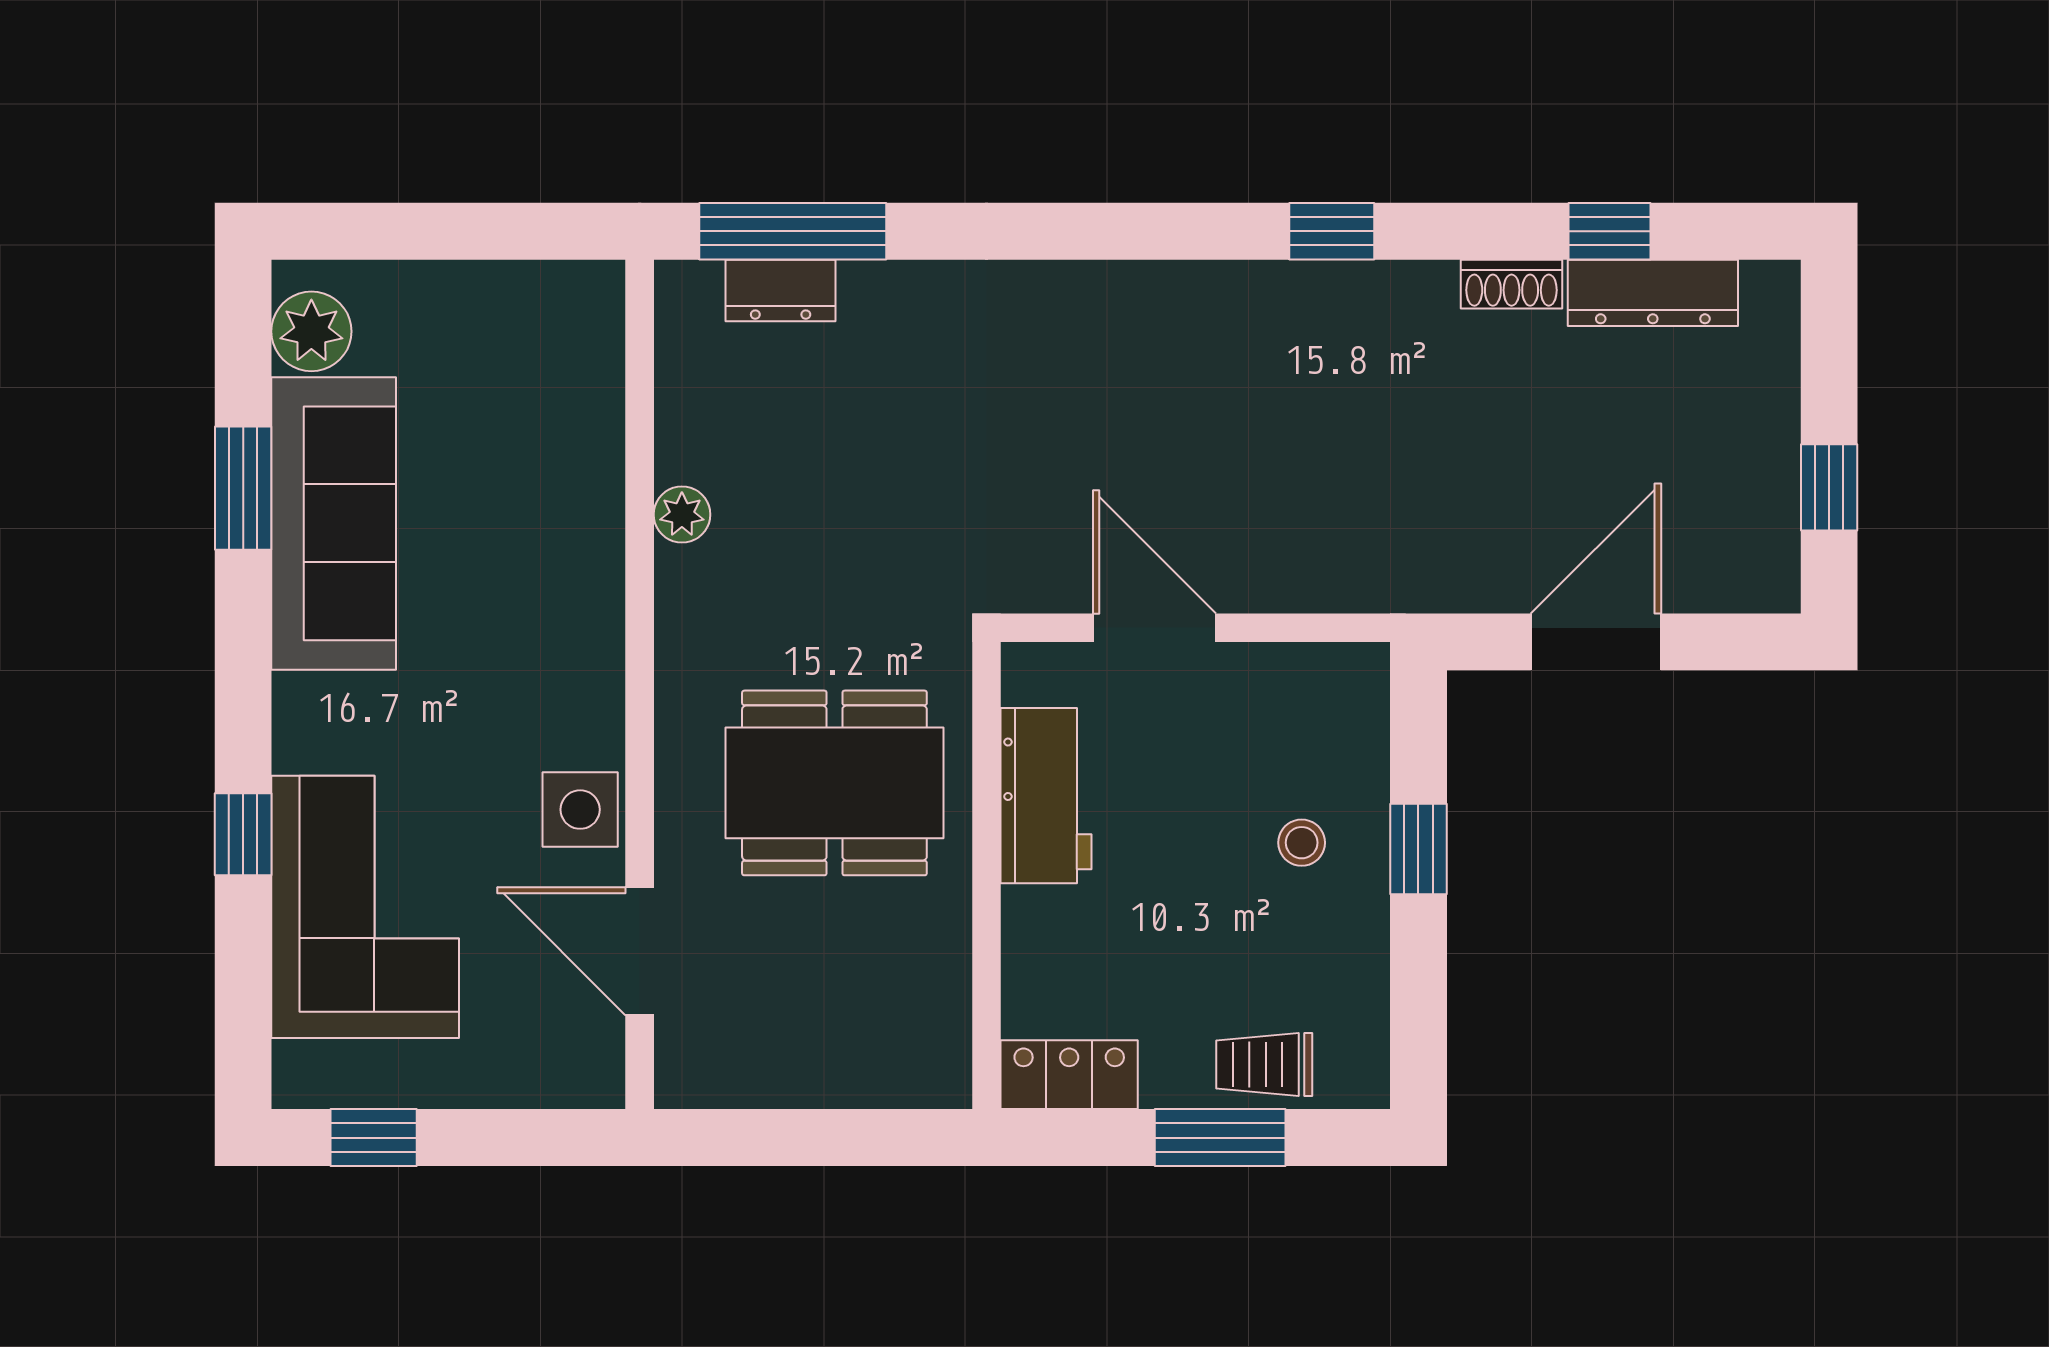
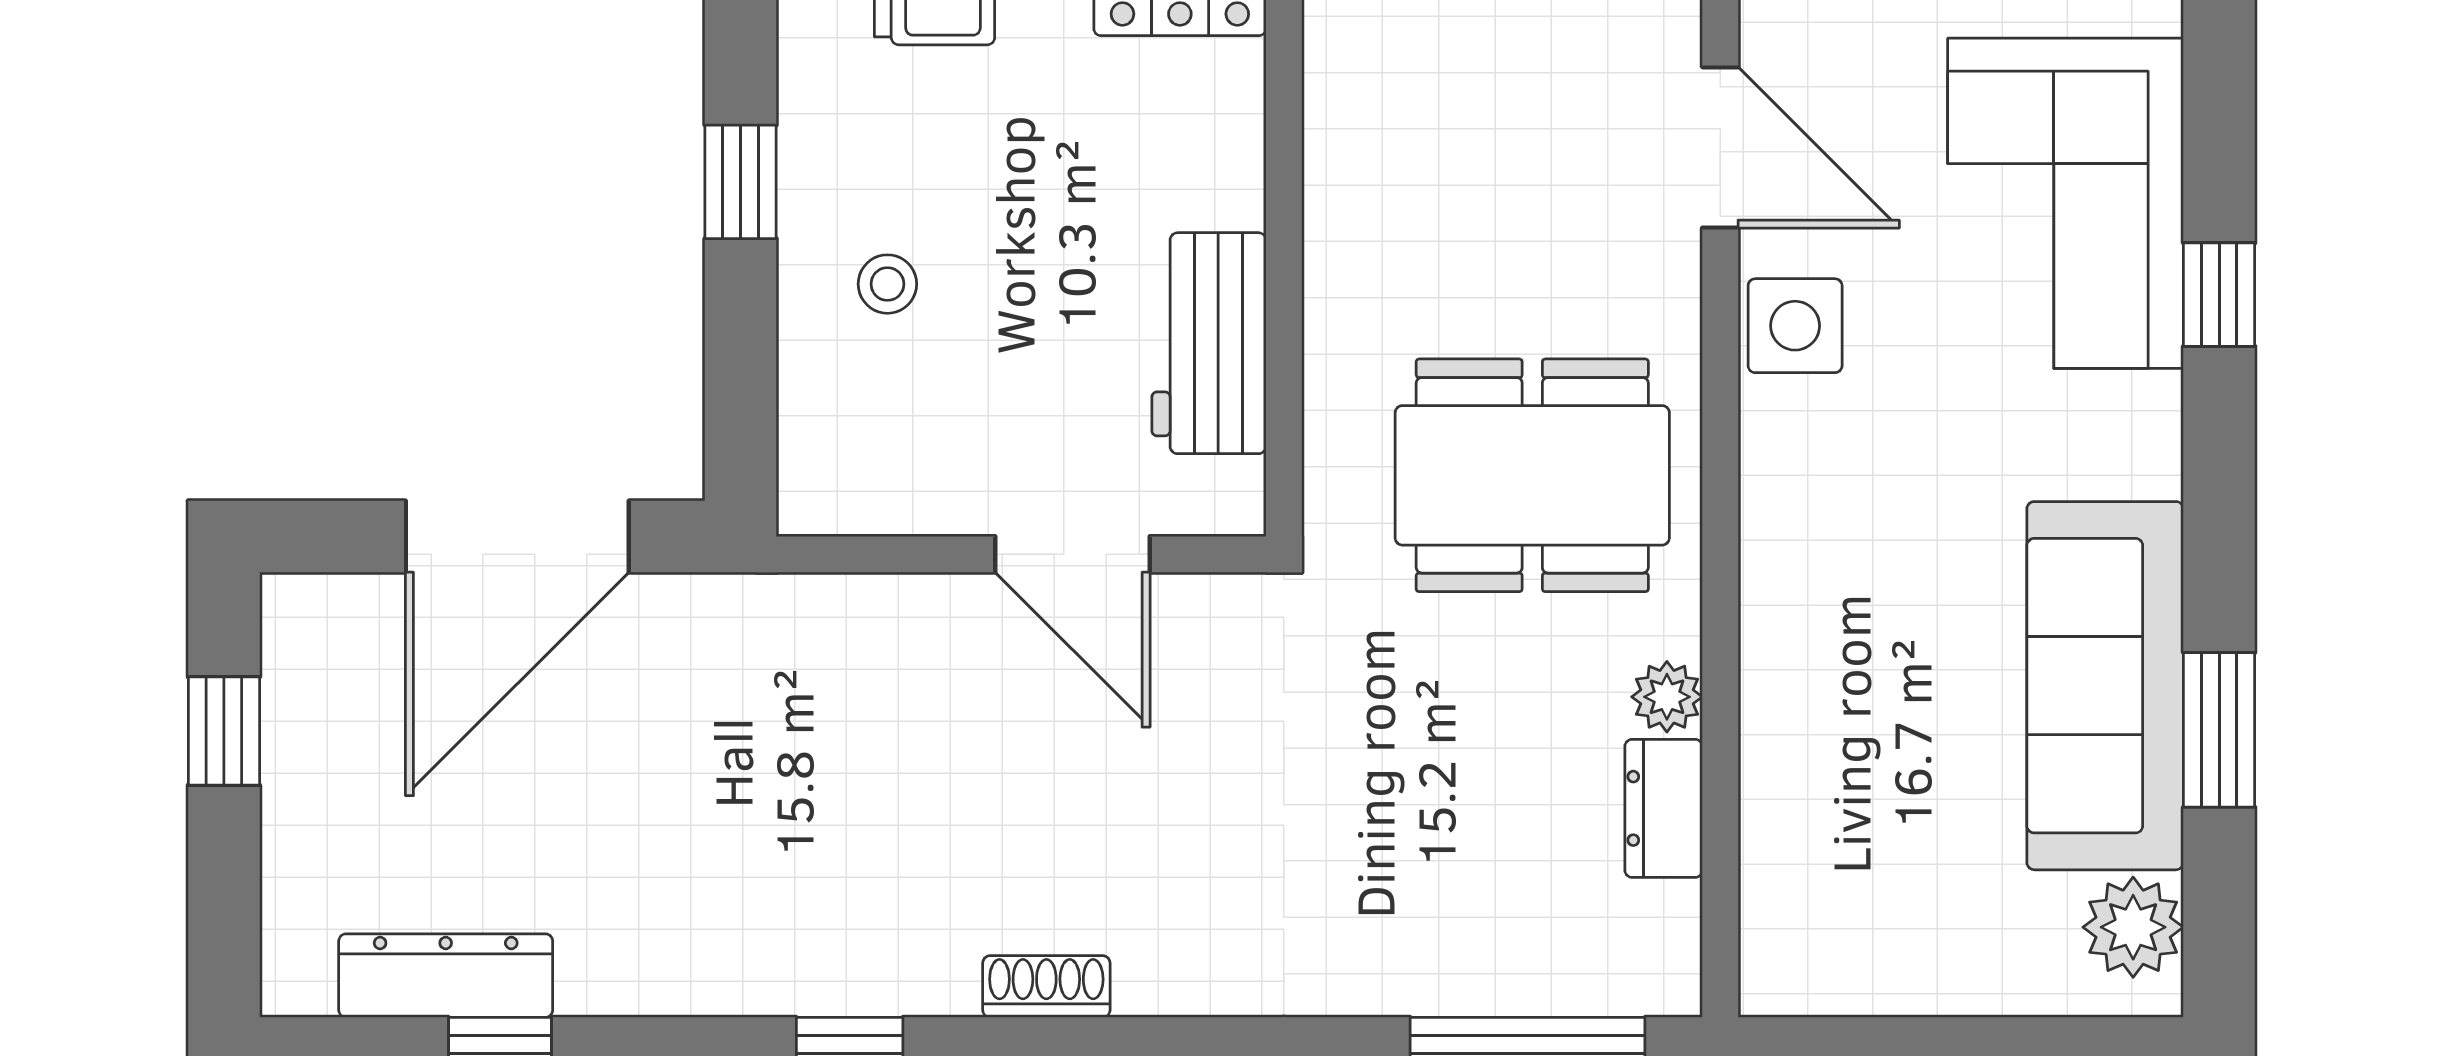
shoe rack: (1512, 284) -> (1046, 987), moved
dresser: (781, 290) -> (1664, 808), moved, turned -90
door: (1596, 642) -> (517, 537), width x1.36
dining table: (834, 783) -> (1532, 475), moved
window: (1418, 849) -> (741, 182), moved

